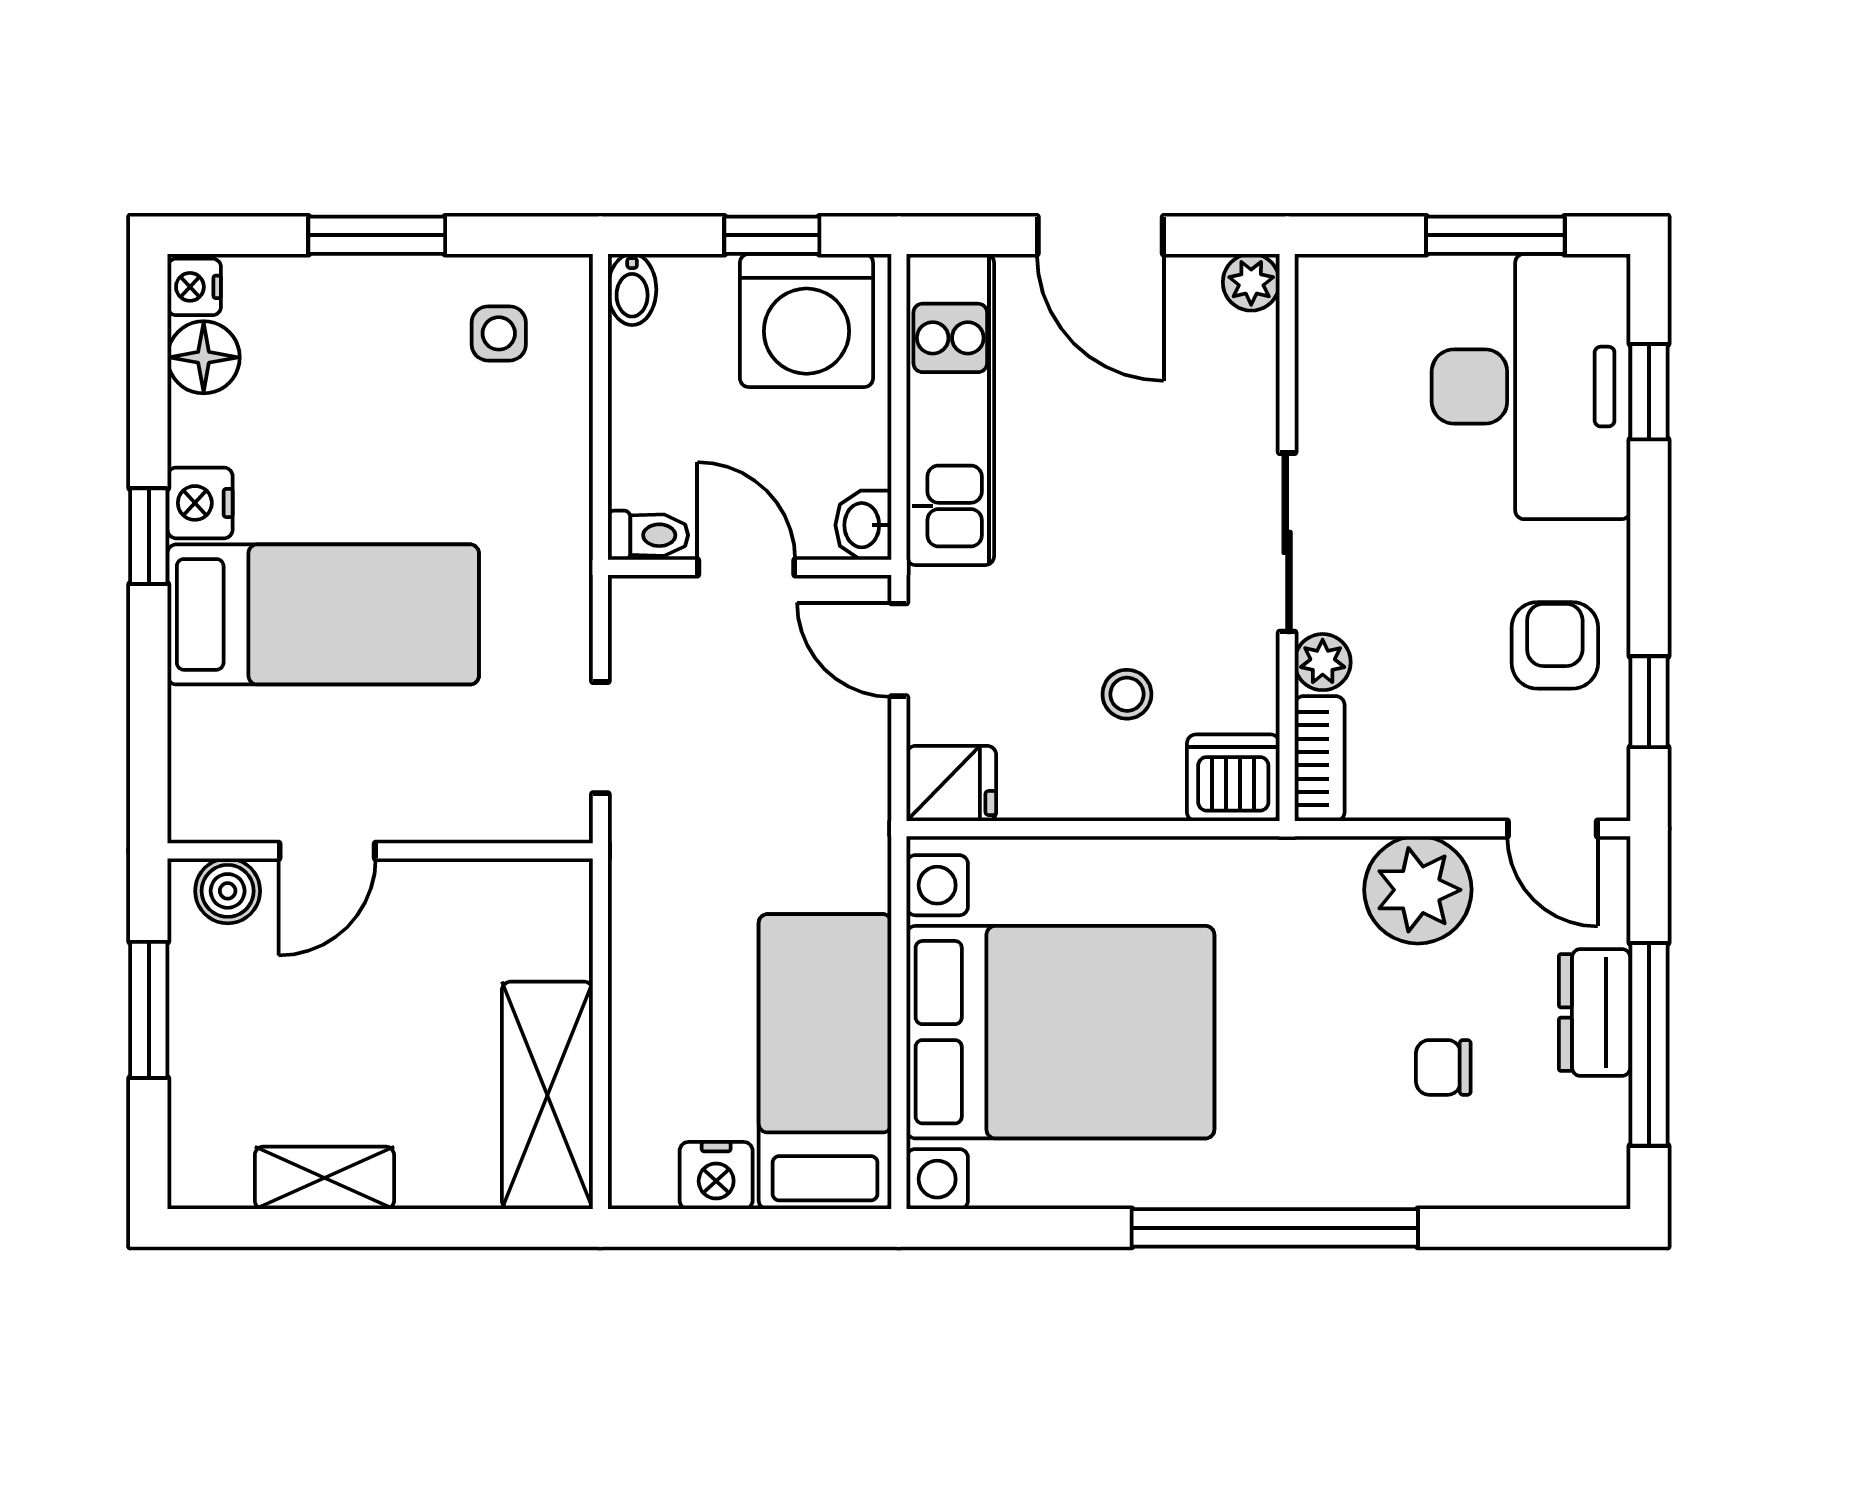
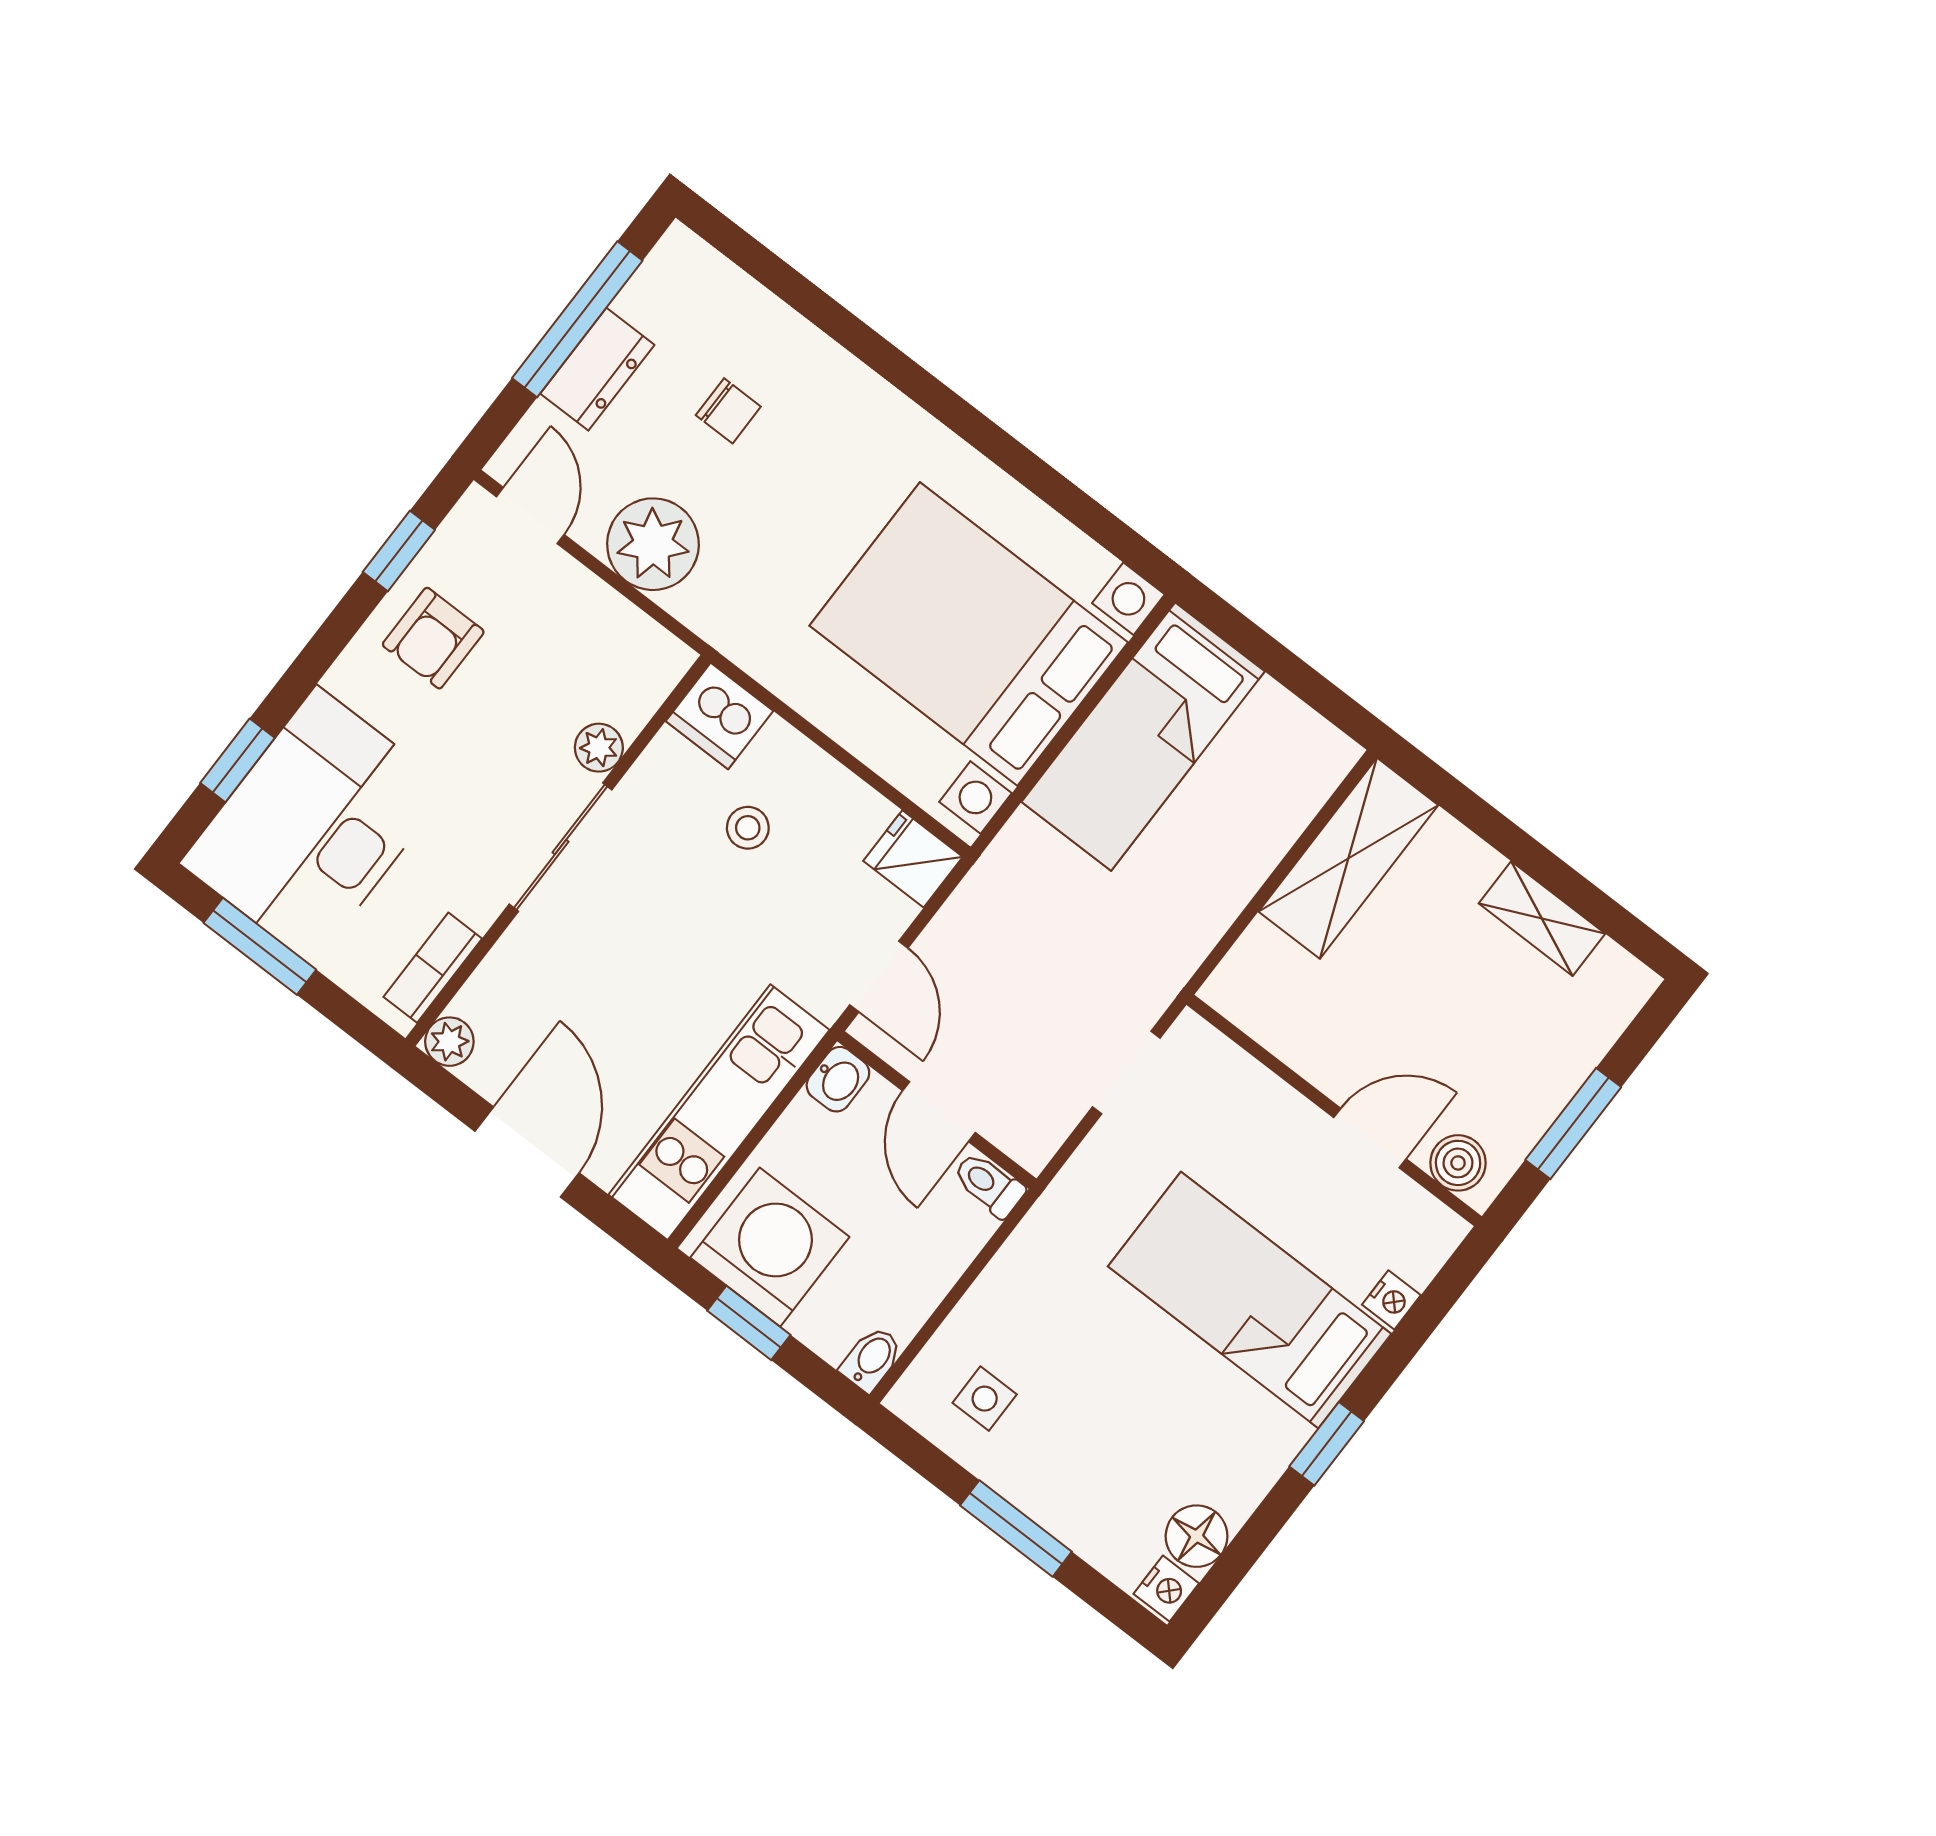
nightstand: (200, 503) -> (1391, 1300), moved, width x0.72, depth x0.74
bookcase: (1320, 759) -> (433, 968), moved
nightstand: (716, 1176) -> (1276, 716), removed
window: (1275, 1228) -> (926, 390), removed

